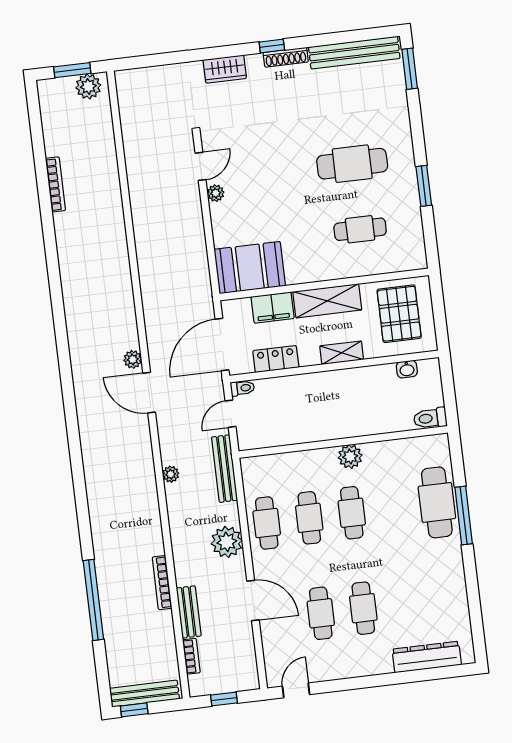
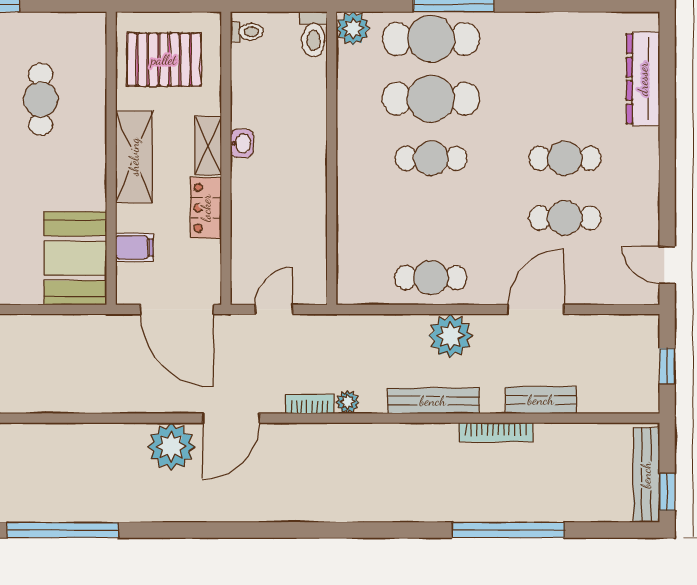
window: (55, 282) -> (63, 530), added
filing cabinet: (273, 308) -> (134, 247), width x0.50
plant: (133, 359) -> (171, 447), width x1.88, depth x1.88
locker: (276, 359) -> (206, 208), moved
washbasin: (407, 369) -> (242, 143), moved
toilet: (242, 388) -> (247, 32), moved, turned 90
door: (230, 414) -> (274, 309), swing flipped
plant: (350, 457) -> (353, 29), moved
bench: (225, 469) -> (433, 401), moved
cafe table: (309, 518) -> (431, 99), moved, width x1.37, depth x1.35
bookcase: (191, 656) -> (309, 404), moved

